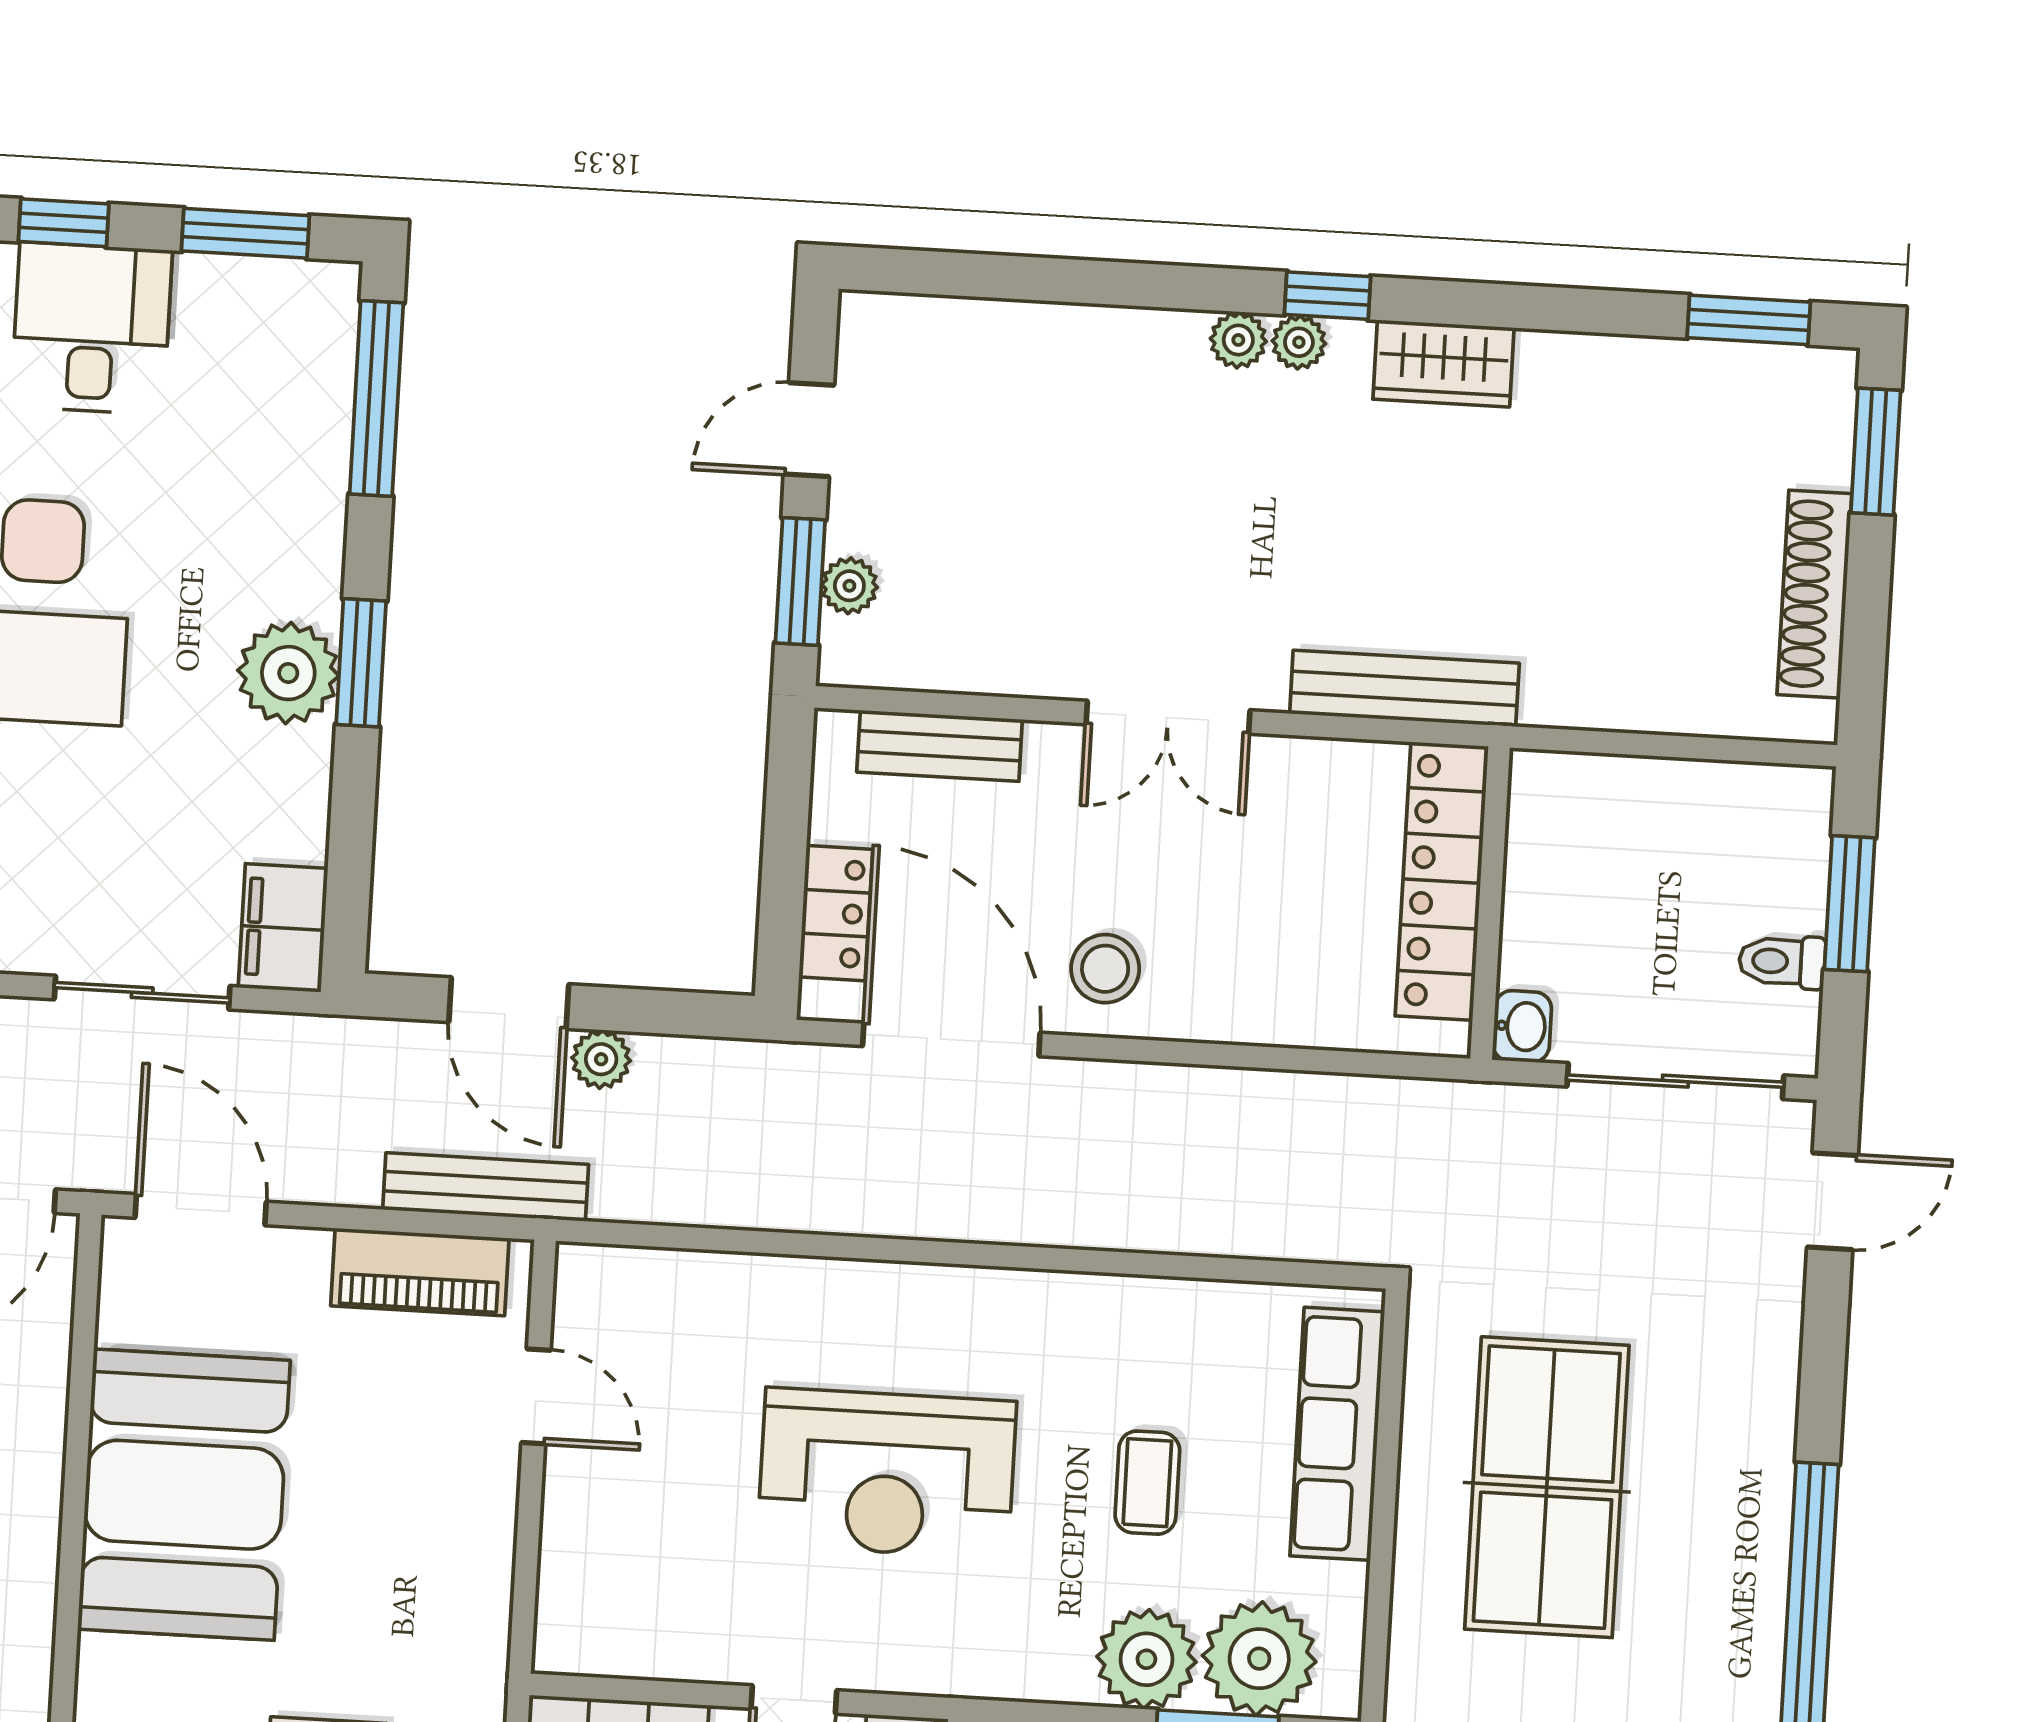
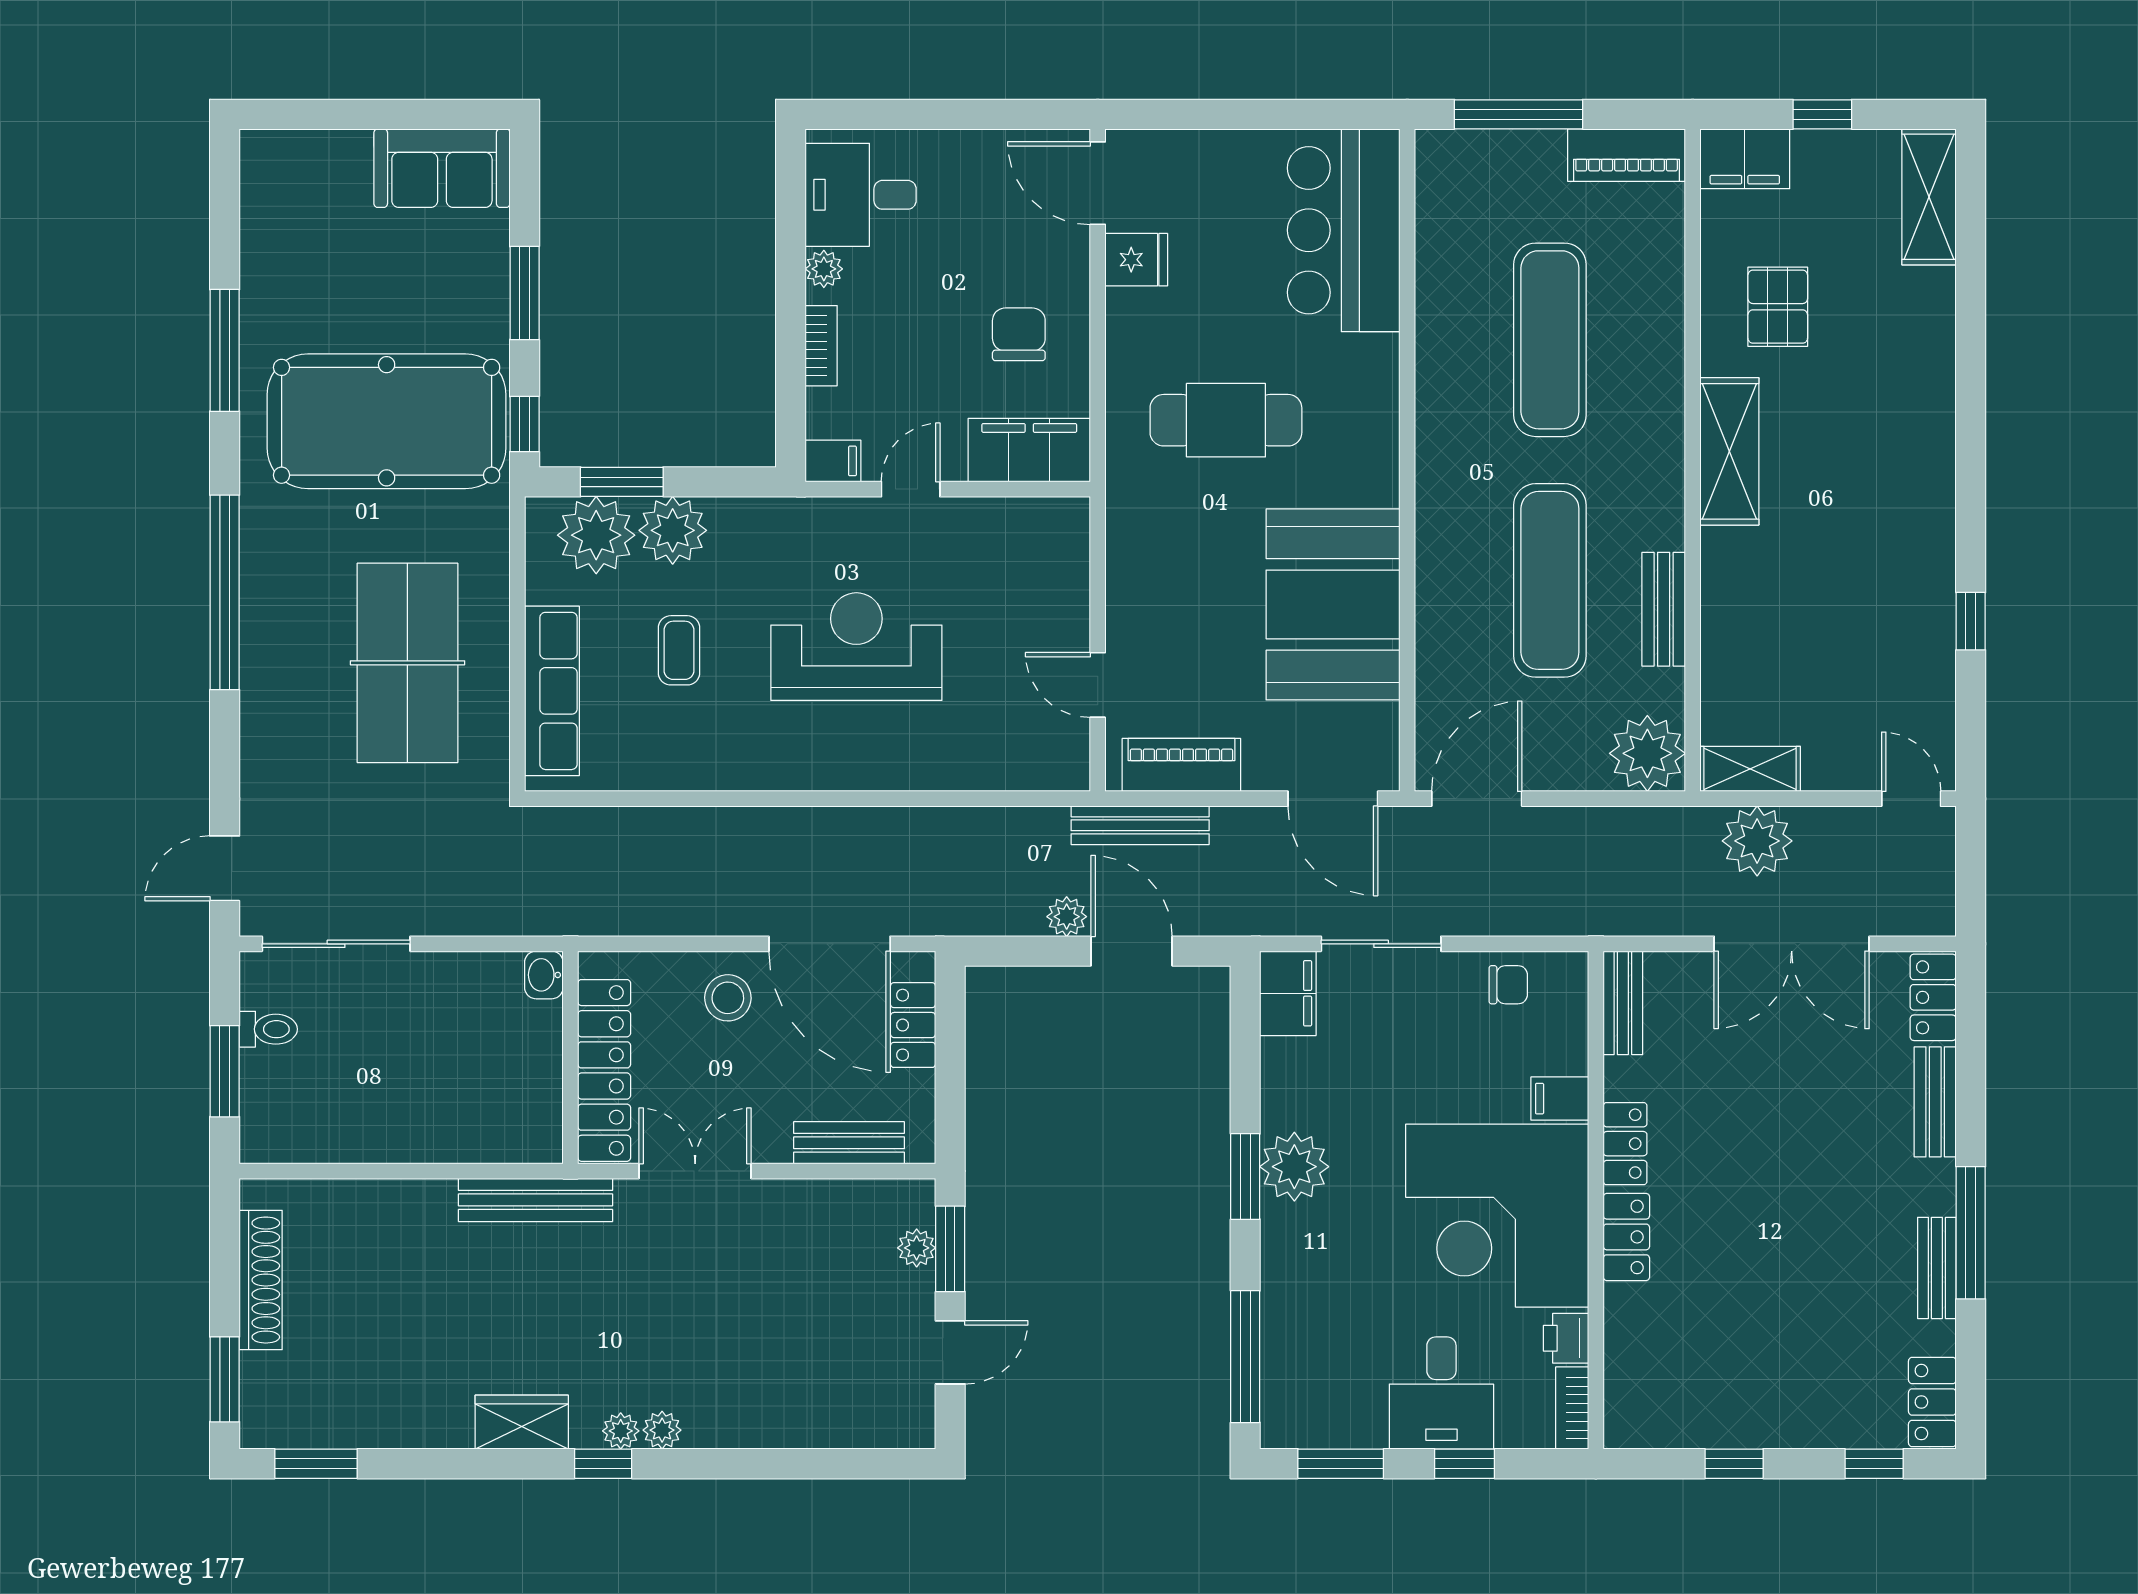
locker: (1442, 881) -> (604, 1070), moved
wall: (1490, 903) -> (570, 1057), moved
washbasin: (1522, 1026) -> (544, 975), moved

